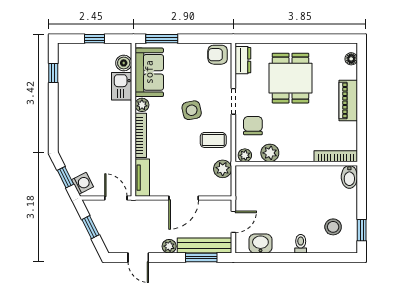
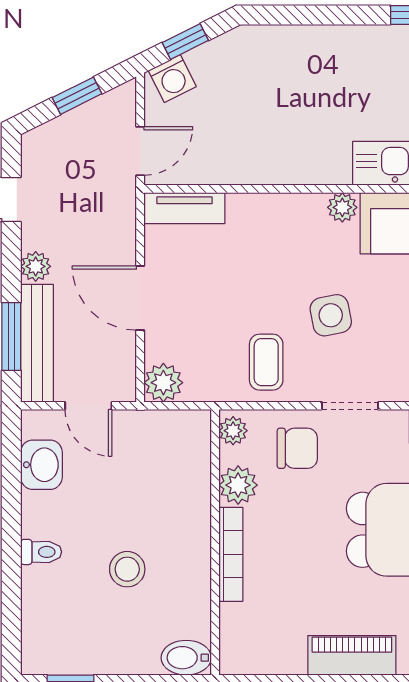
bookcase: (141, 135) -> (276, 205), removed
bookcase: (336, 156) -> (231, 554), moved
plant: (223, 169) -> (163, 383), moved
stool: (333, 227) -> (127, 569), moved

